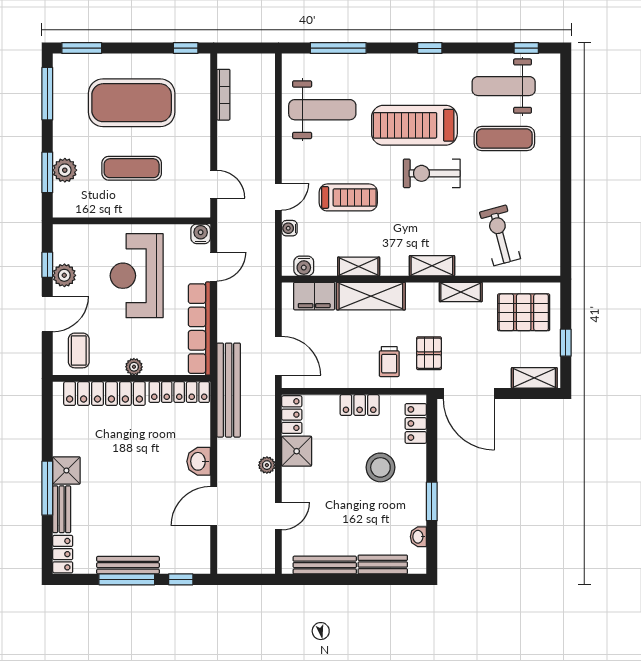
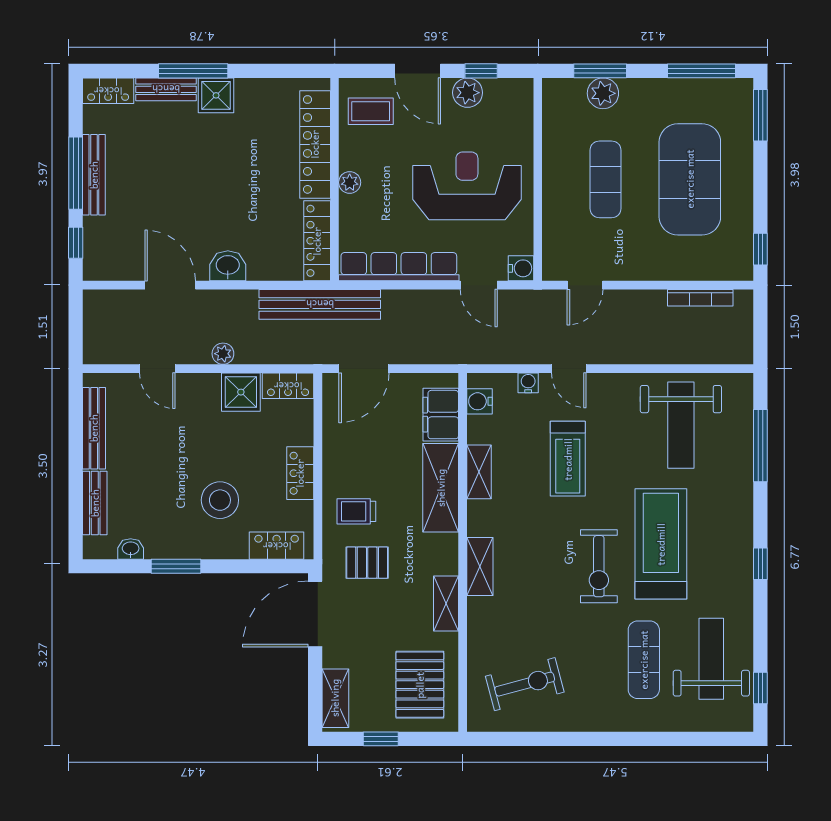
exercise bike: (432, 173) -> (599, 566), turned 180
exercise bike: (500, 235) -> (525, 684), moved

